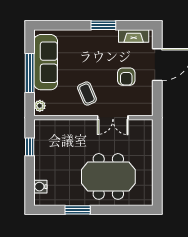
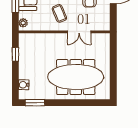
meeting table: (108, 176) -> (76, 77), width x1.36
window: (78, 210) -> (35, 103), moved

